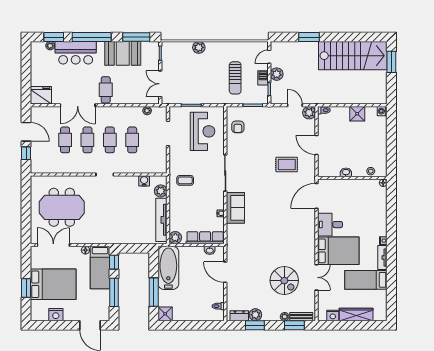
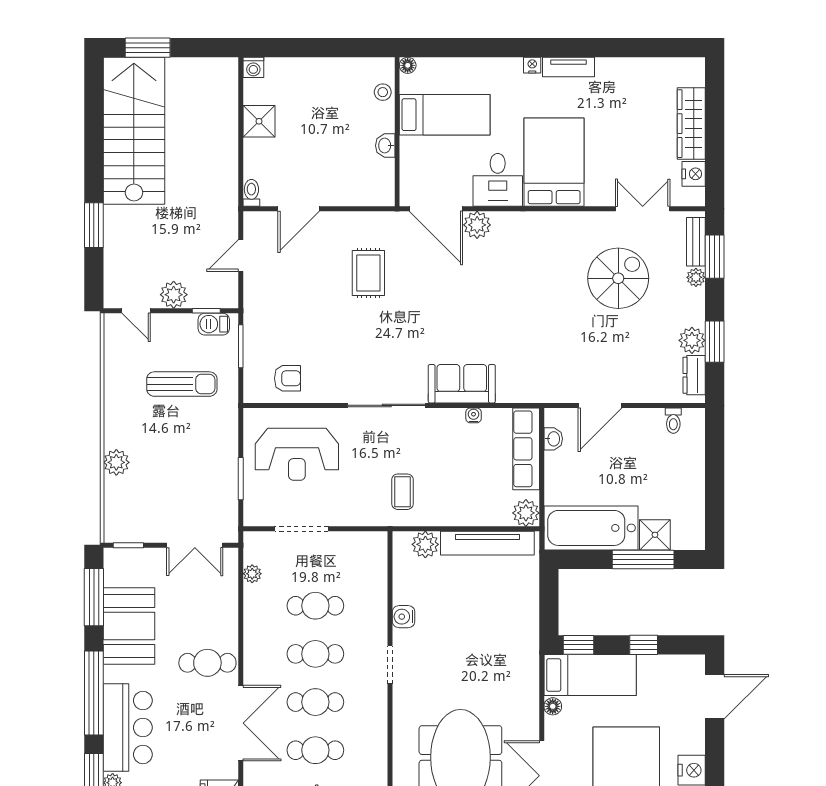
barbecue: (263, 78) -> (214, 324), moved
plant: (309, 113) -> (477, 225), moved
reception desk: (203, 131) -> (297, 454), turned 180
door: (317, 145) -> (299, 209), moved
water cooler: (144, 181) -> (404, 617), moved
double door: (317, 277) -> (643, 209), moved
bed: (366, 280) -> (445, 115), moved, turned -90
window: (114, 292) -> (644, 645), width x0.46
shower: (165, 314) -> (655, 535), moved

